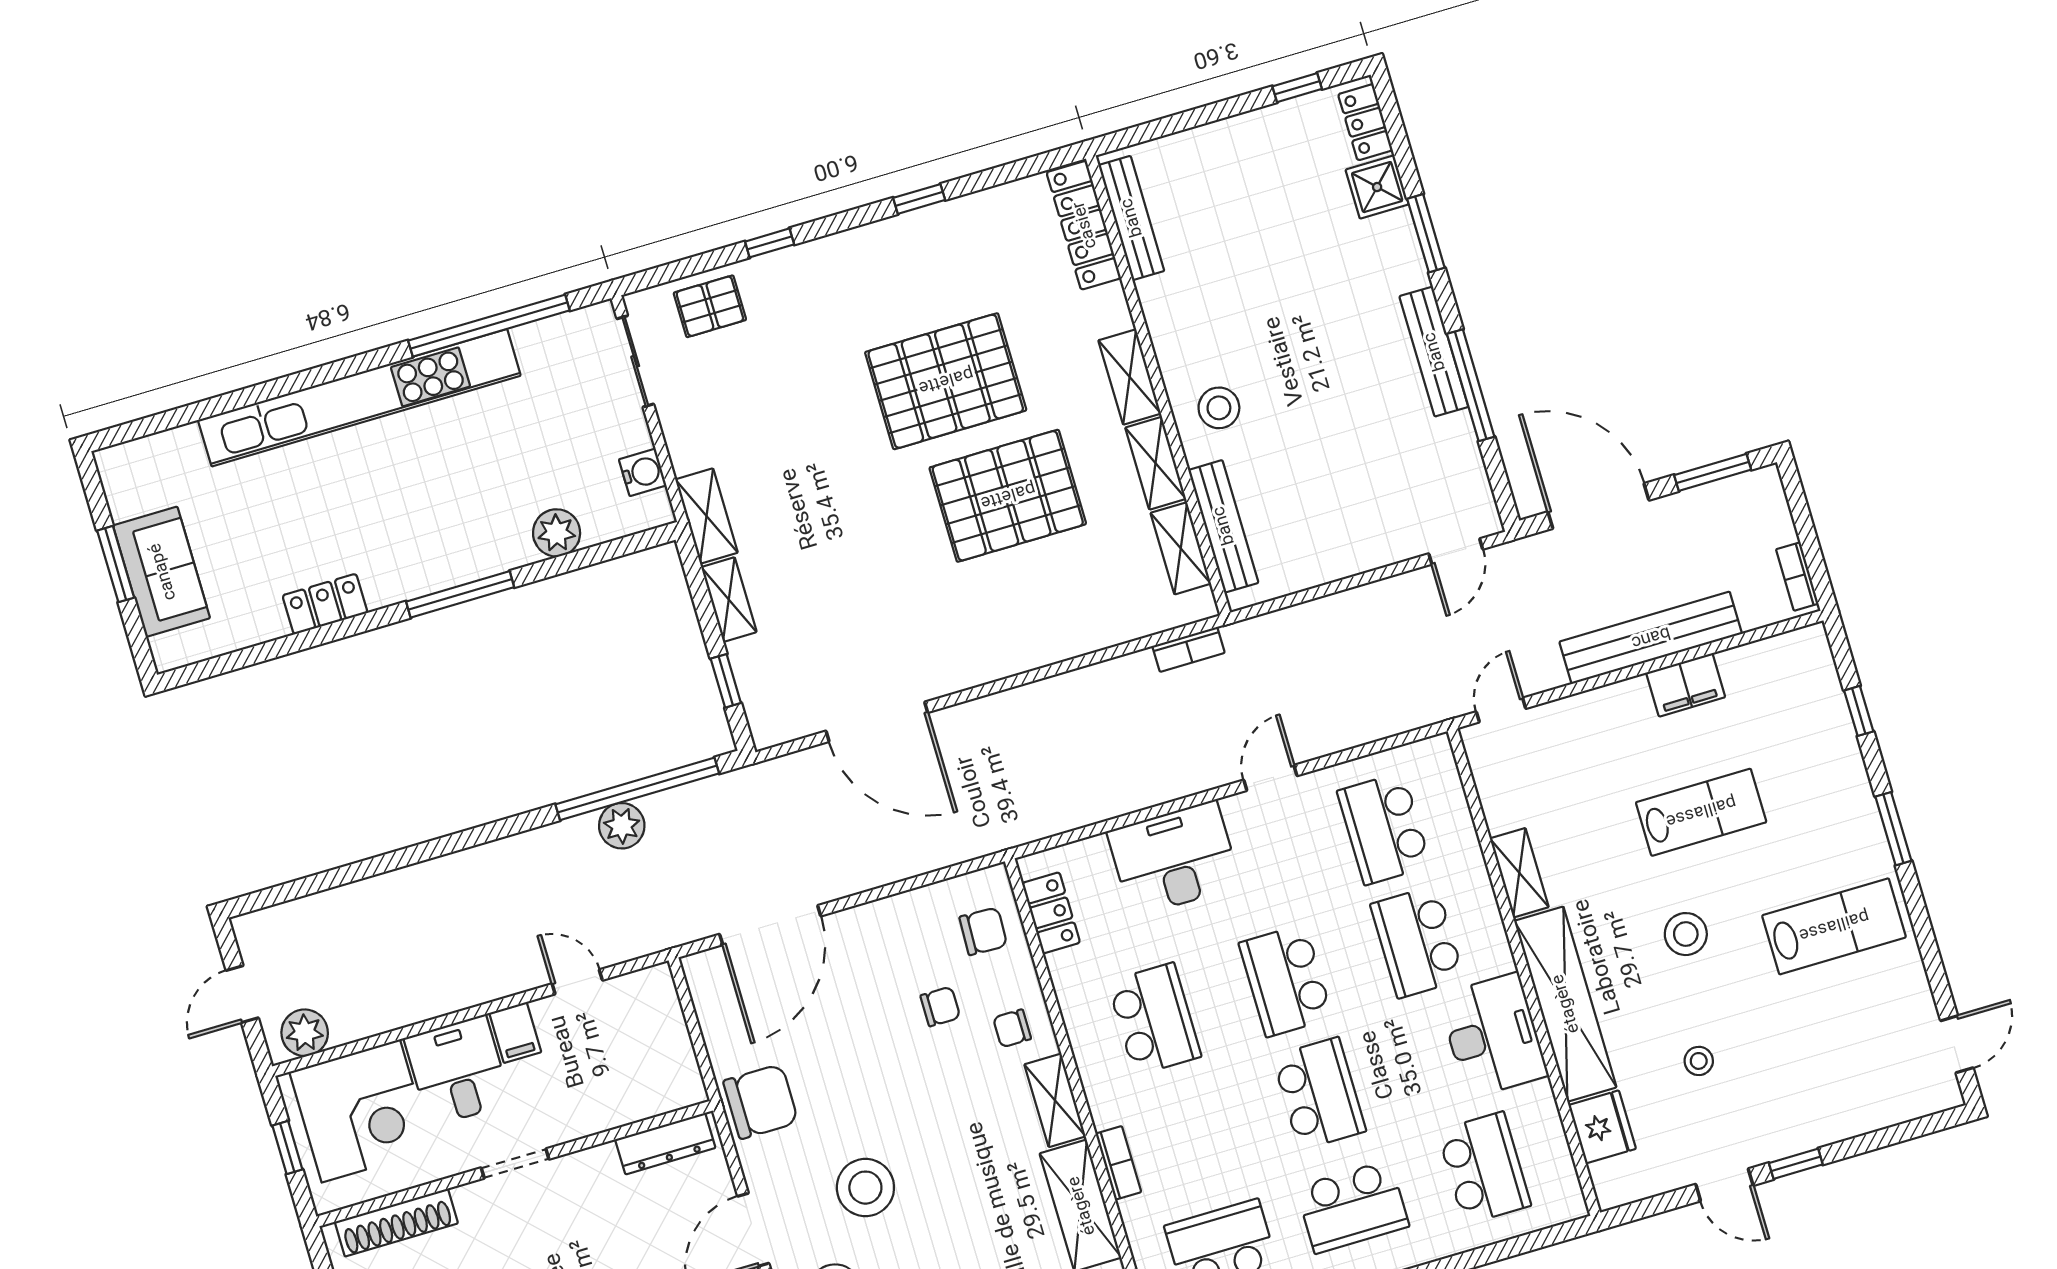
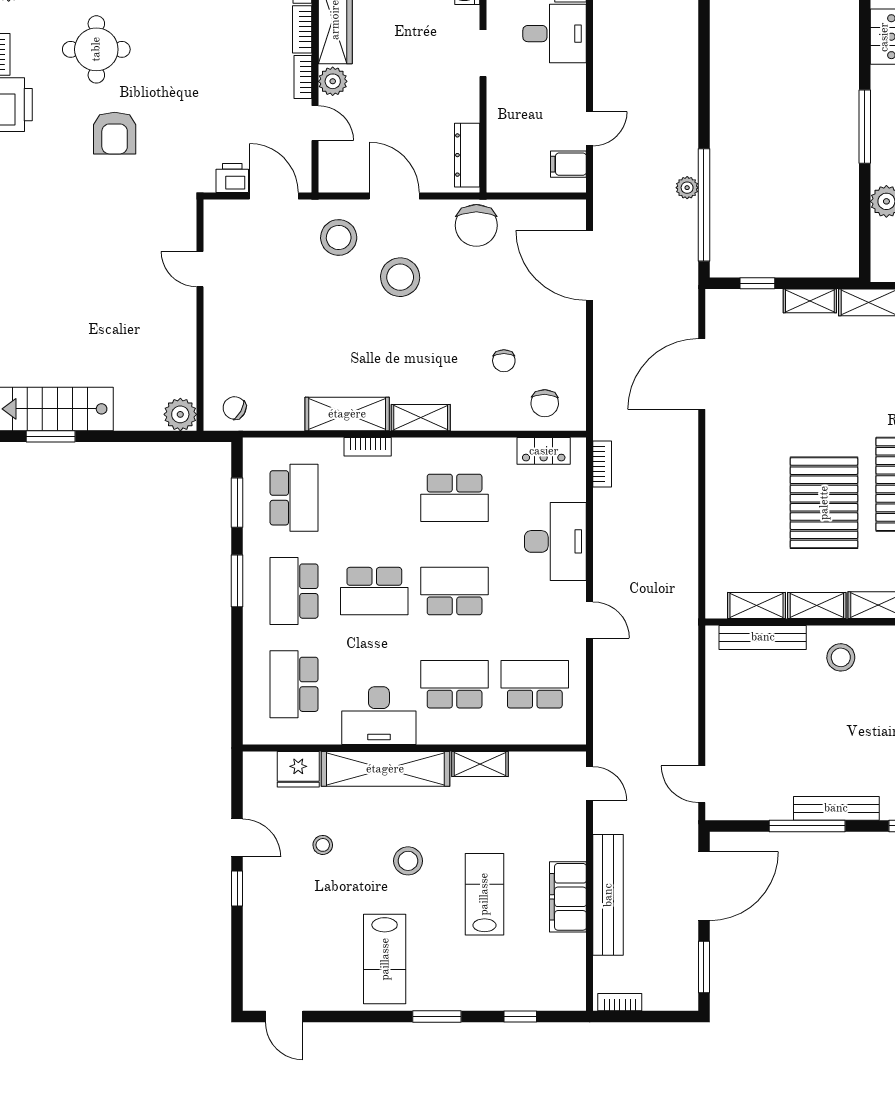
bookcase: (1189, 649) -> (602, 464), moved, turned 180
filing cabinet: (1686, 685) -> (568, 897), width x1.50, depth x1.17
lab bench: (1701, 812) -> (484, 894), turned 180
plant: (622, 826) -> (687, 188), width x0.73, depth x0.73
chair: (1012, 1028) -> (476, 403), removed
filing cabinet: (515, 1033) -> (568, 164), moved
school desk: (1484, 1168) -> (294, 684), turned 90
door: (1724, 1185) -> (237, 838), swing flipped

